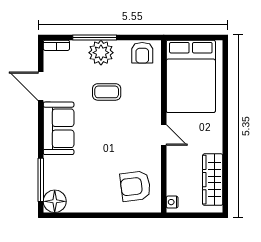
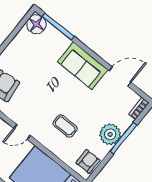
armchair: (142, 53) -> (88, 162), turned 90
coffee table: (107, 92) -> (65, 126), moved, turned 90

